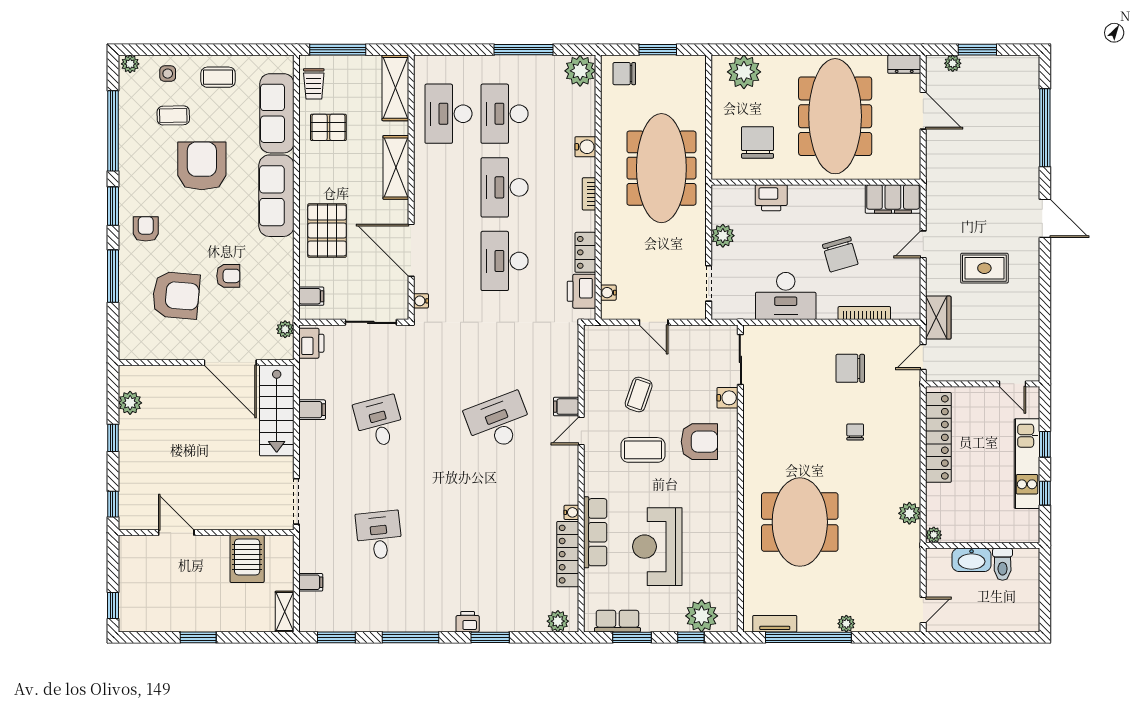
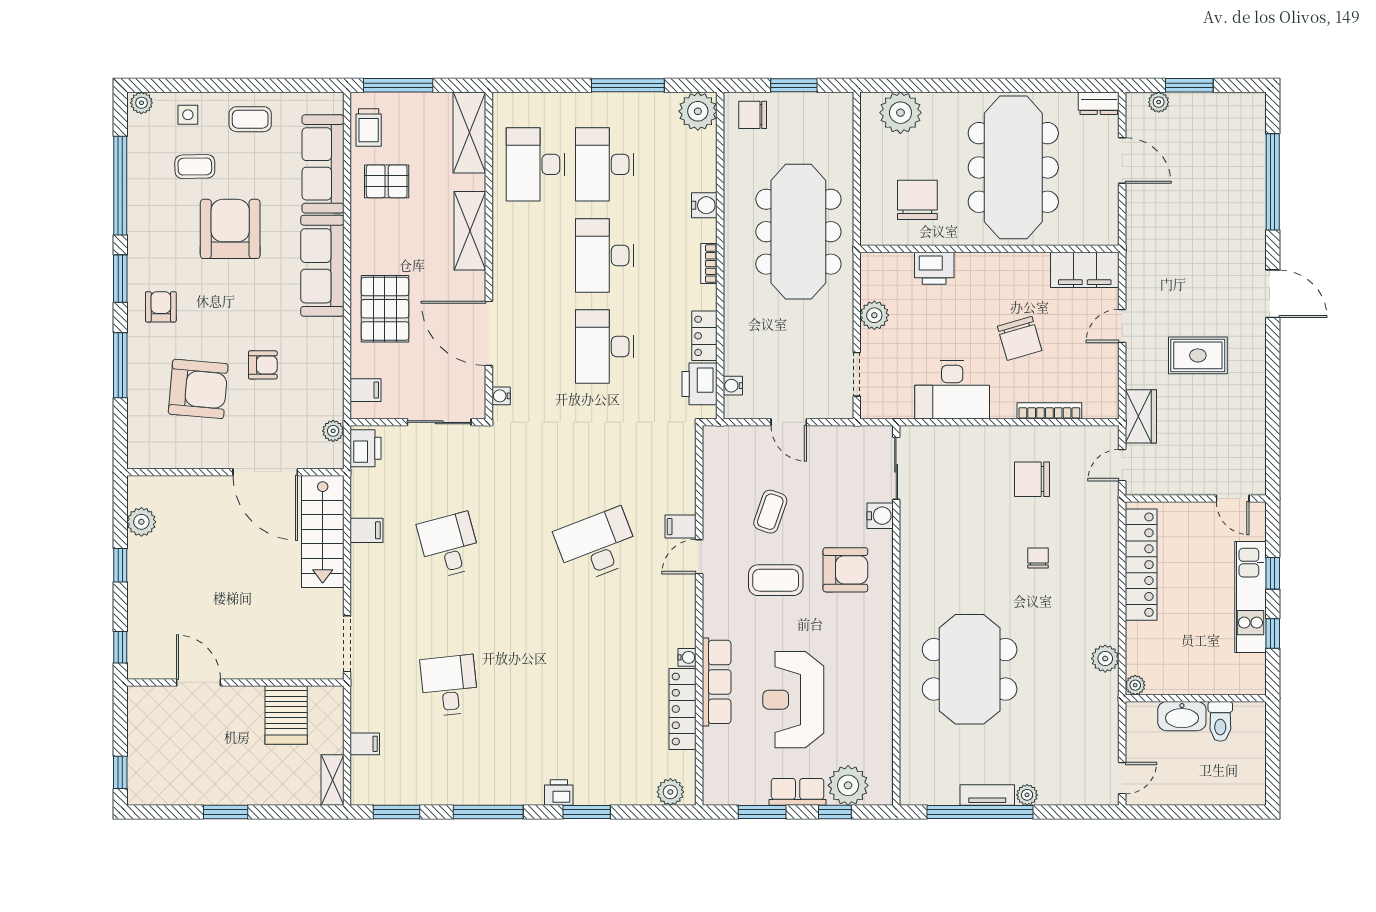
row of seats: (617, 621) -> (798, 792), moved
tv unit: (775, 624) -> (987, 795), moved

